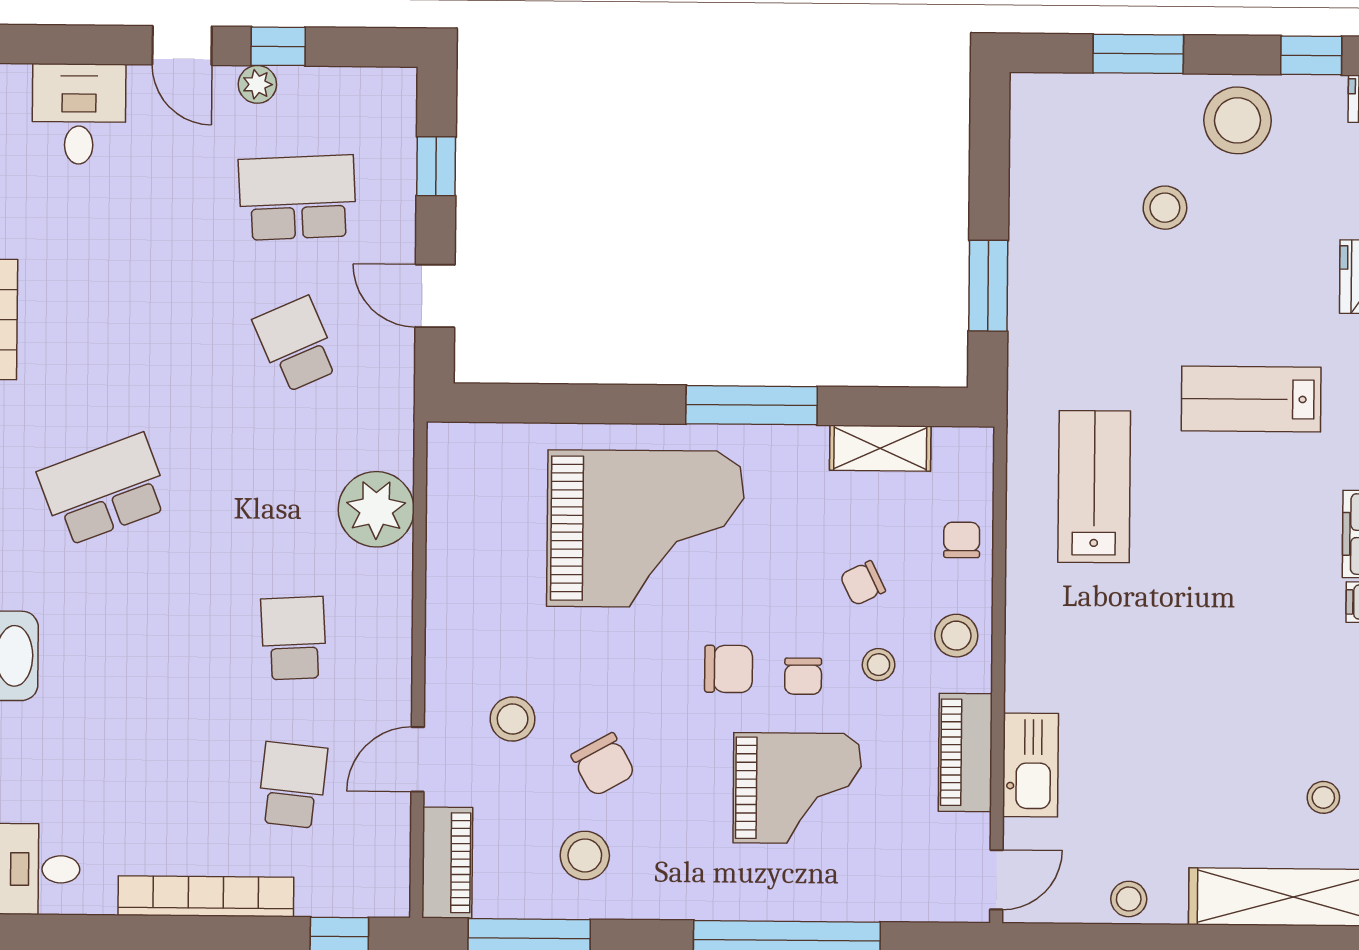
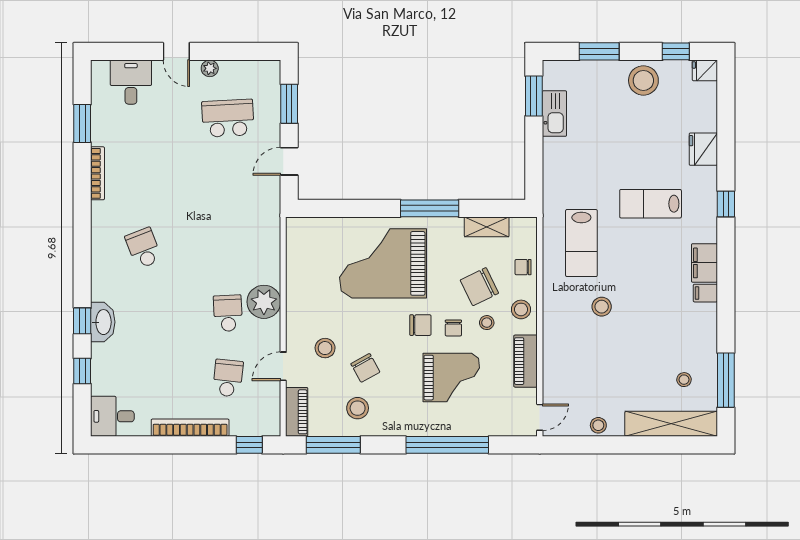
window: (278, 46) -> (219, 51), removed
window: (436, 166) -> (289, 104), width x1.50
stool: (1165, 208) -> (602, 307), moved
window: (988, 286) -> (534, 96), moved
door: (435, 296) -> (289, 161), hinge flipped
school desk: (296, 344) -> (228, 183), removed
lab bench: (1094, 487) -> (581, 243), turned 180
school desk: (104, 490) -> (143, 248), width x0.54
plant: (376, 509) -> (264, 302), moved
grand piano: (645, 529) -> (383, 263), turned 180
chair: (962, 540) -> (523, 267), turned -90
chair: (863, 583) -> (479, 287), width x1.87, depth x1.87
kitchen sink: (1031, 765) -> (554, 114), moved

